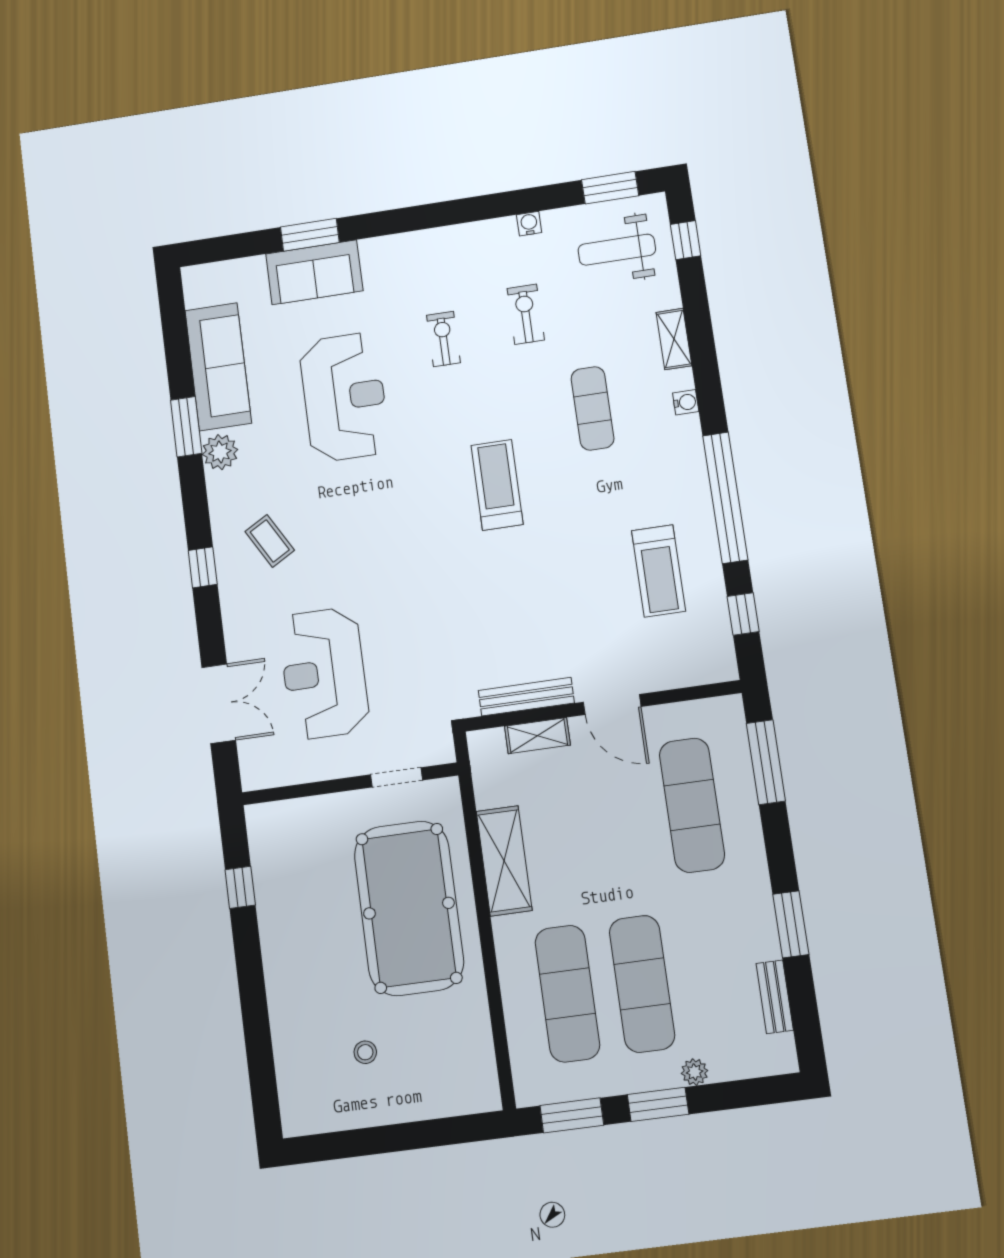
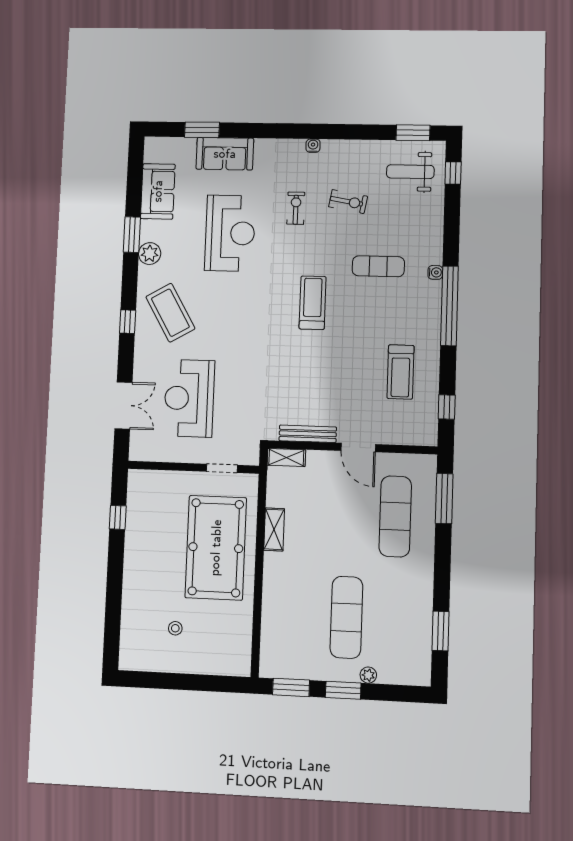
water cooler: (529, 224) -> (313, 146), moved
window: (310, 235) -> (202, 130), moved
exercise bike: (526, 314) -> (348, 202), turned 100
shelving: (674, 339) -> (435, 233), removed
sofa: (218, 367) -> (158, 191), width x0.73
exercise mat: (593, 408) -> (378, 266), turned 90
window: (725, 498) -> (449, 306), moved
coffee table: (270, 541) -> (170, 313), width x1.86, depth x1.72
shelving: (537, 736) -> (286, 457), moved
shelving: (504, 861) -> (274, 529), width x0.67, depth x0.75
window: (791, 924) -> (441, 631), moved
exercise mat: (567, 994) -> (301, 615), removed
bench: (775, 997) -> (424, 639), removed

